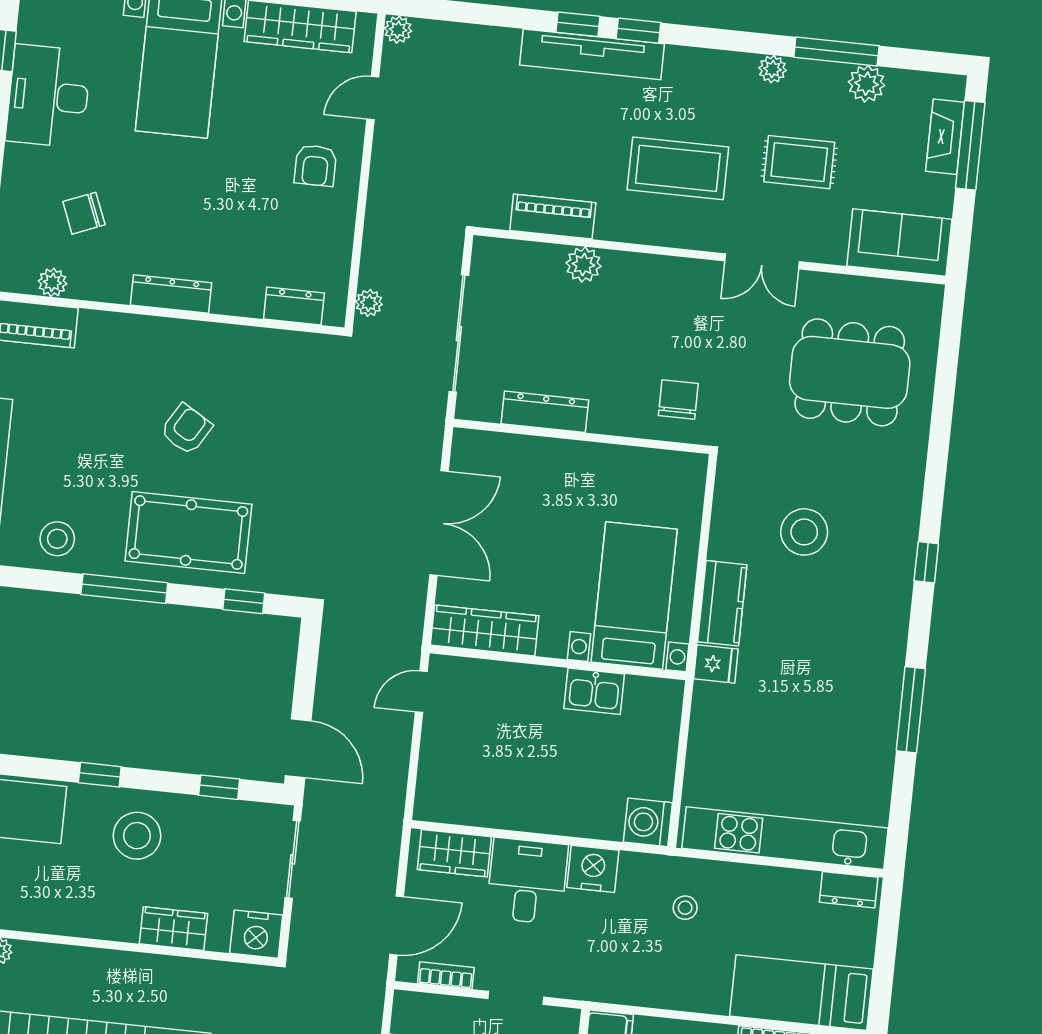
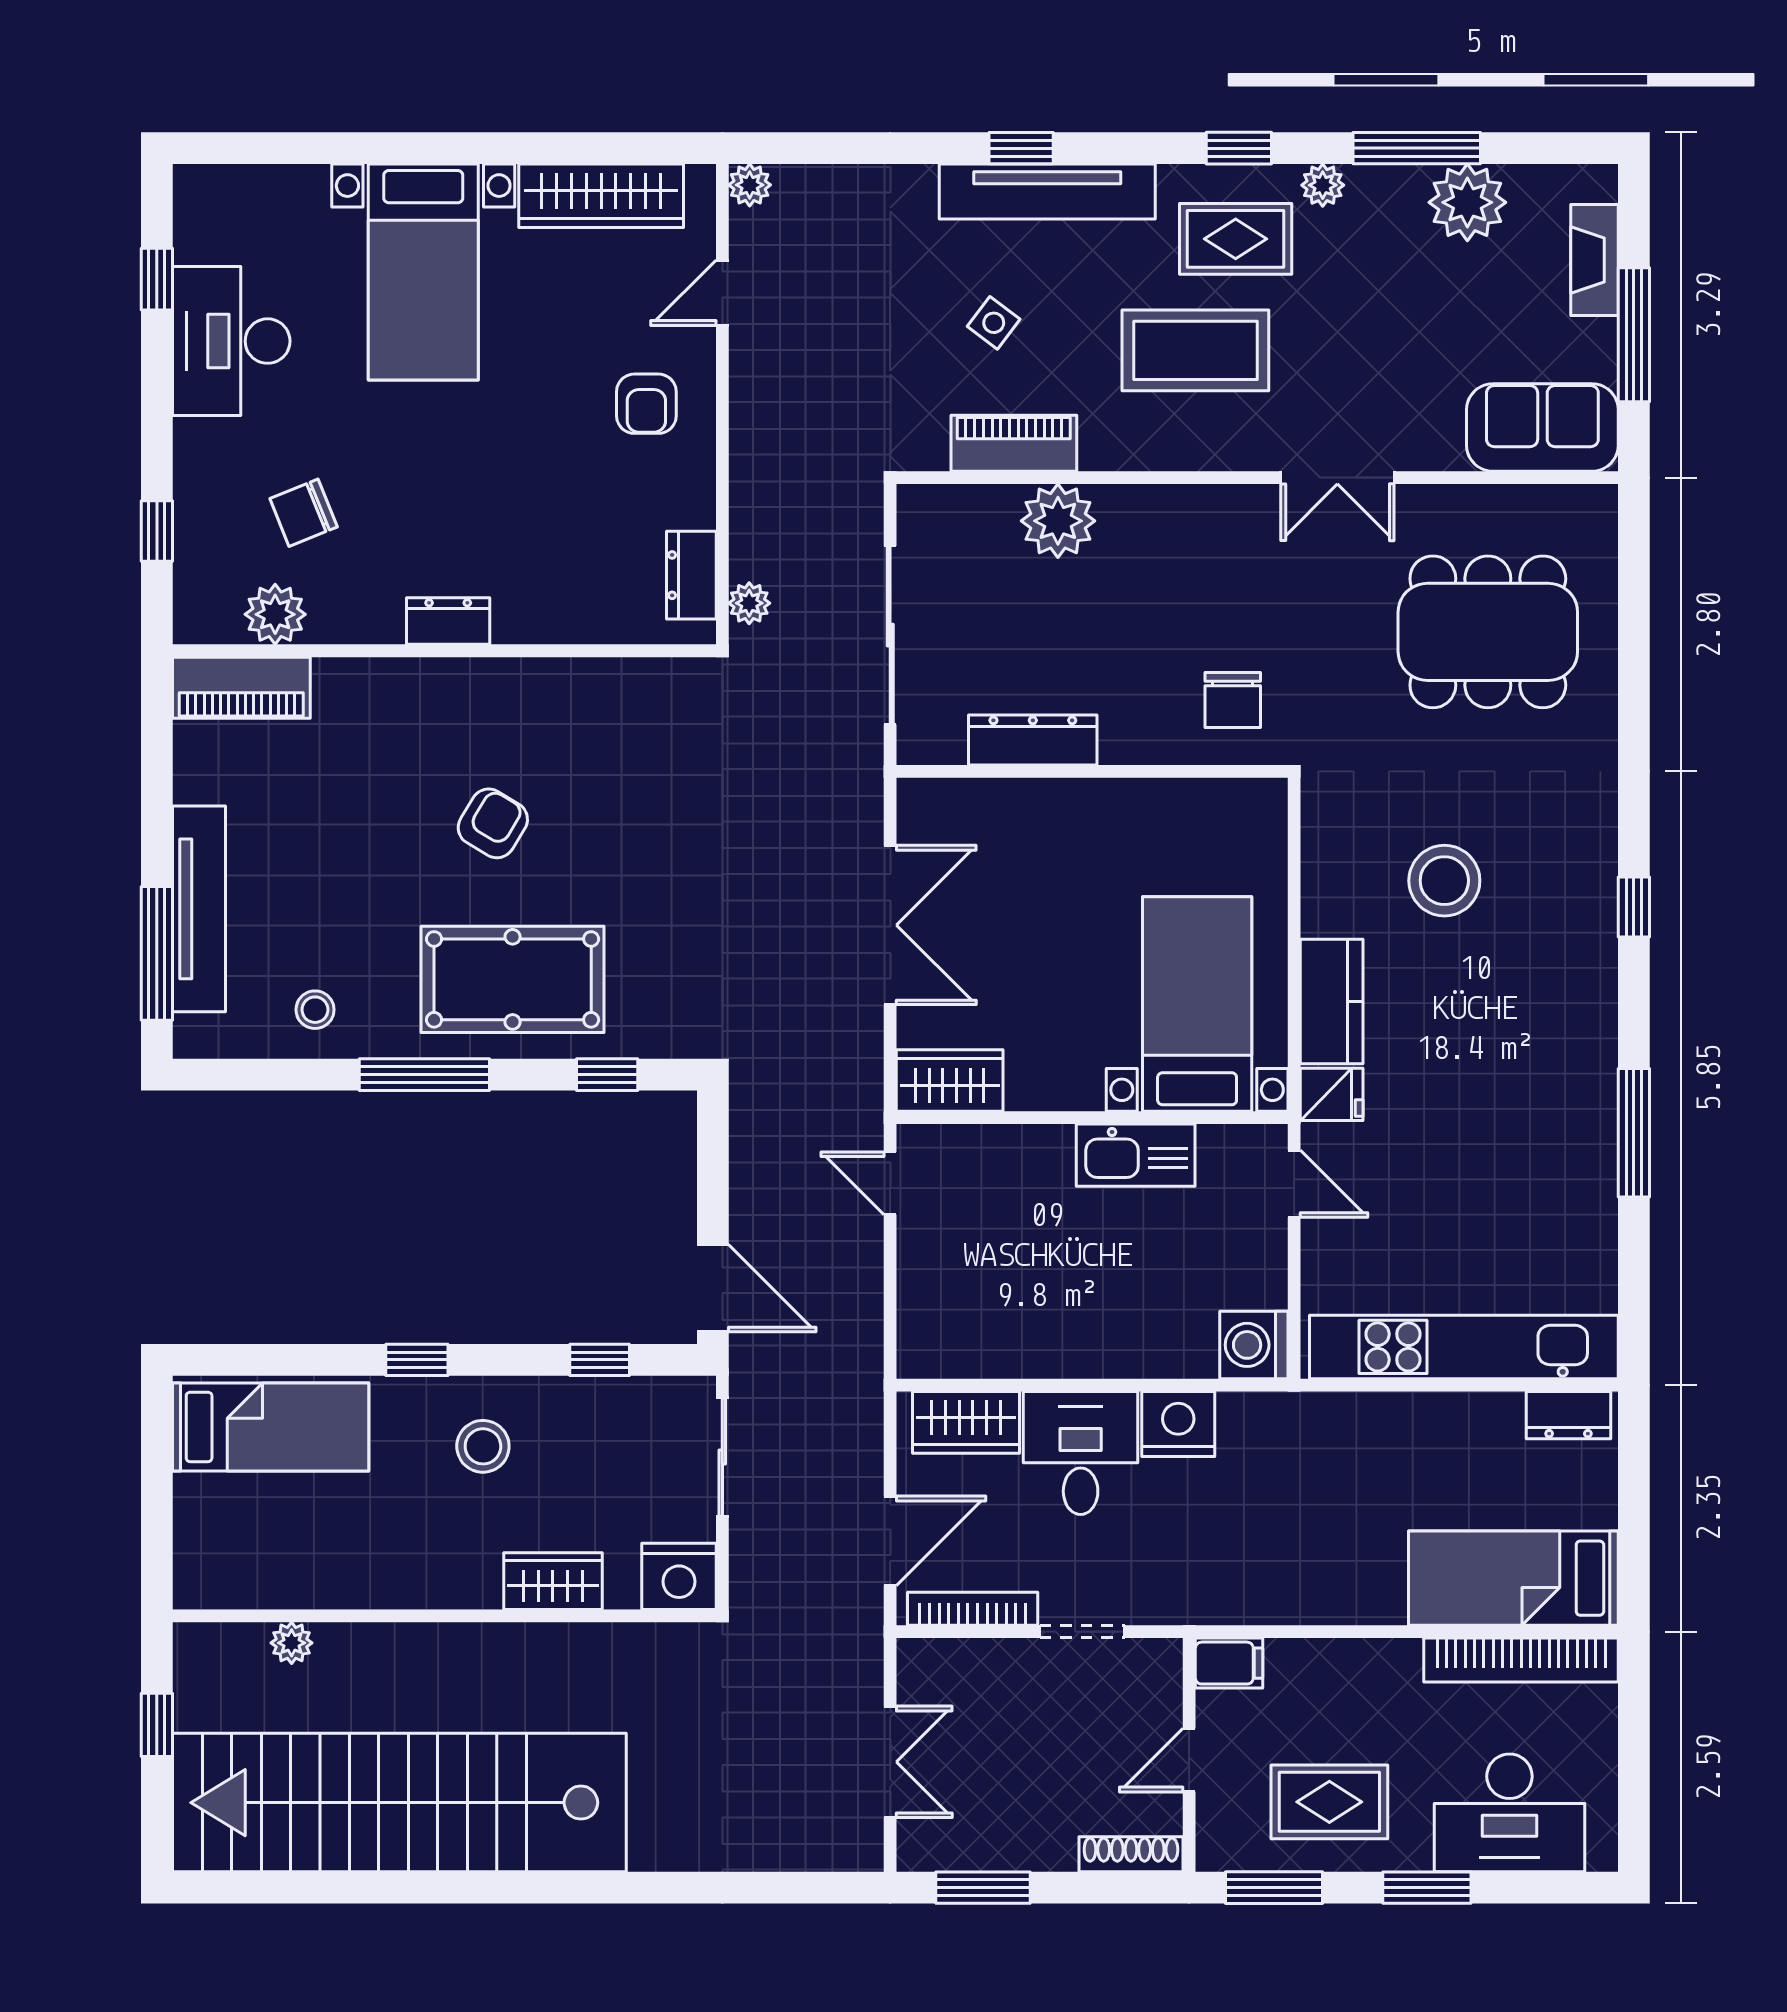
window: (638, 31) -> (1239, 148), moved
plant: (867, 84) -> (1467, 202), width x1.36, depth x1.36
side table: (548, 136) -> (994, 323), added
window: (970, 145) -> (1634, 335), moved
rug: (799, 162) -> (1236, 239), moved
plant: (583, 265) -> (1058, 521), width x1.36, depth x1.36
plant: (52, 282) -> (275, 614), width x1.38, depth x1.38
dresser: (171, 294) -> (448, 621), width x0.70
dresser: (294, 306) -> (691, 575), moved, turned -90
chair: (678, 399) -> (1233, 700), turned 180
stool: (57, 539) -> (315, 1010), width x0.73, depth x0.73
wardrobe: (485, 630) -> (950, 1080), width x0.67
kitchen sink: (594, 691) -> (1136, 1155), width x1.38
door: (421, 692) -> (890, 1183), hinge flipped
door: (685, 720) -> (1294, 1184), added
stool: (137, 836) -> (483, 1446), width x0.73, depth x0.73
stool: (685, 908) -> (1324, 1468), removed
bookcase: (446, 975) -> (973, 1609), width x1.56

